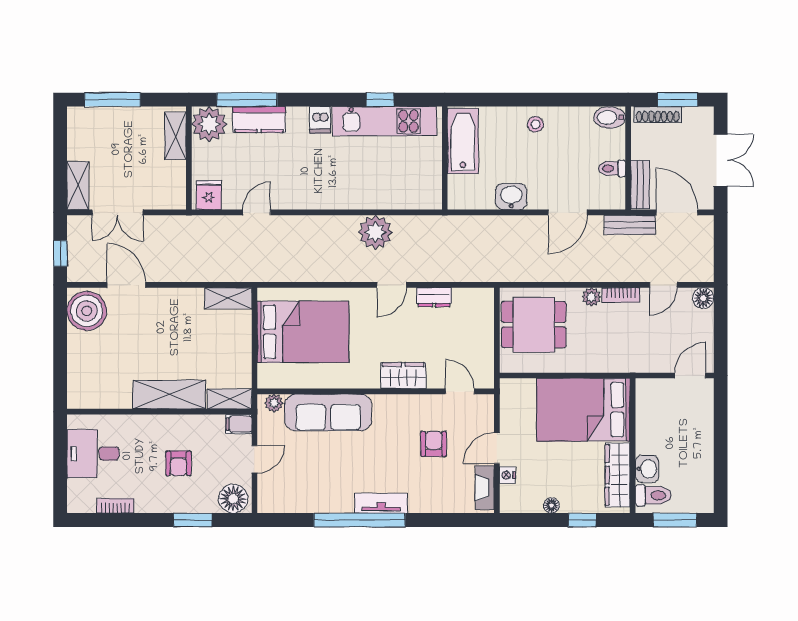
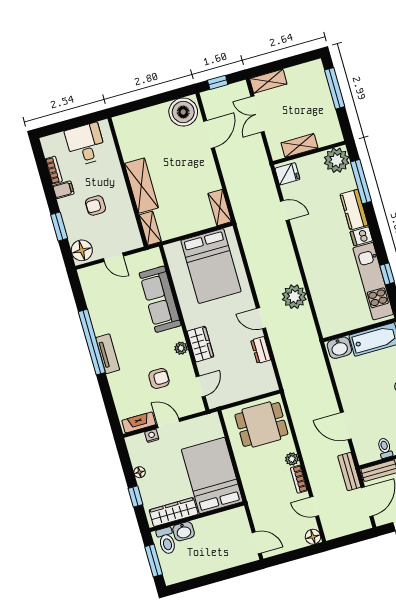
kitchen counter: (259, 119) -> (354, 210), moved
shelving: (175, 136) -> (299, 145), moved
washbasin: (511, 197) -> (339, 348), moved, turned 90
dining table: (534, 325) -> (261, 424), turned 90
plant: (274, 403) -> (181, 348), moved
filing cabinet: (239, 424) -> (63, 190), moved, turned 90

